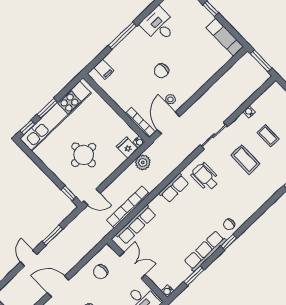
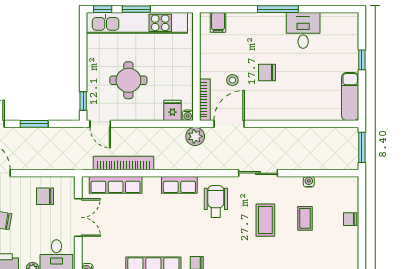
window: (122, 36) -> (278, 9), moved
stool: (170, 99) -> (232, 80), moved
plant: (143, 162) -> (195, 136), moved

